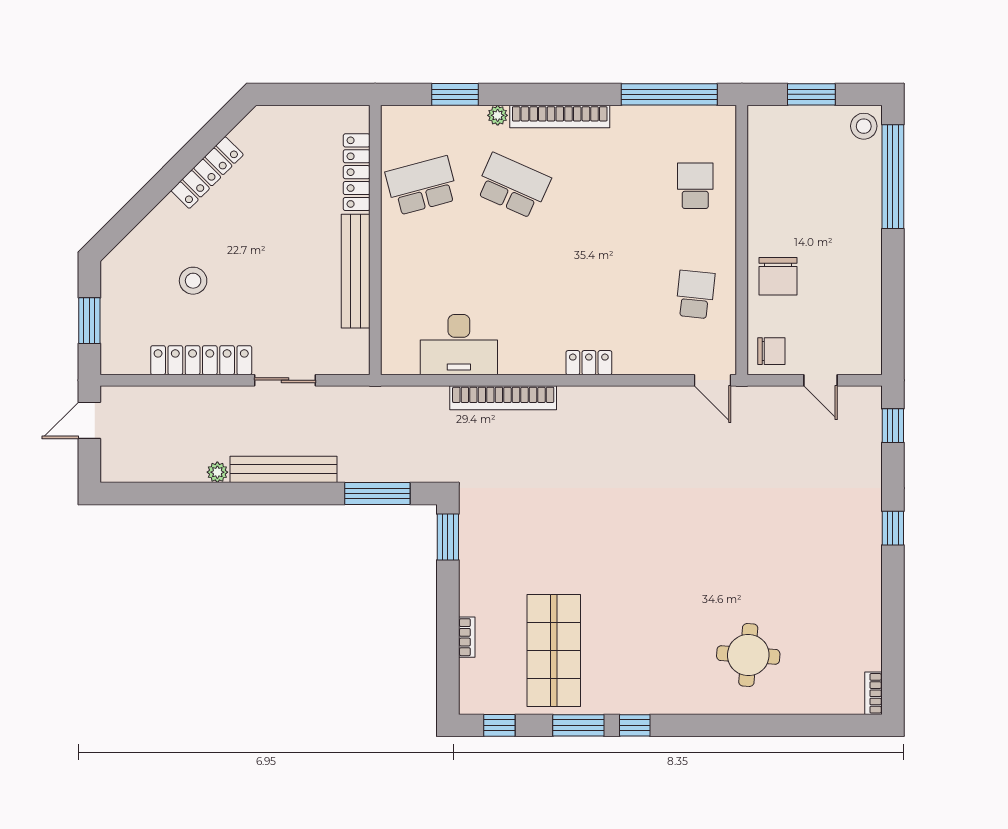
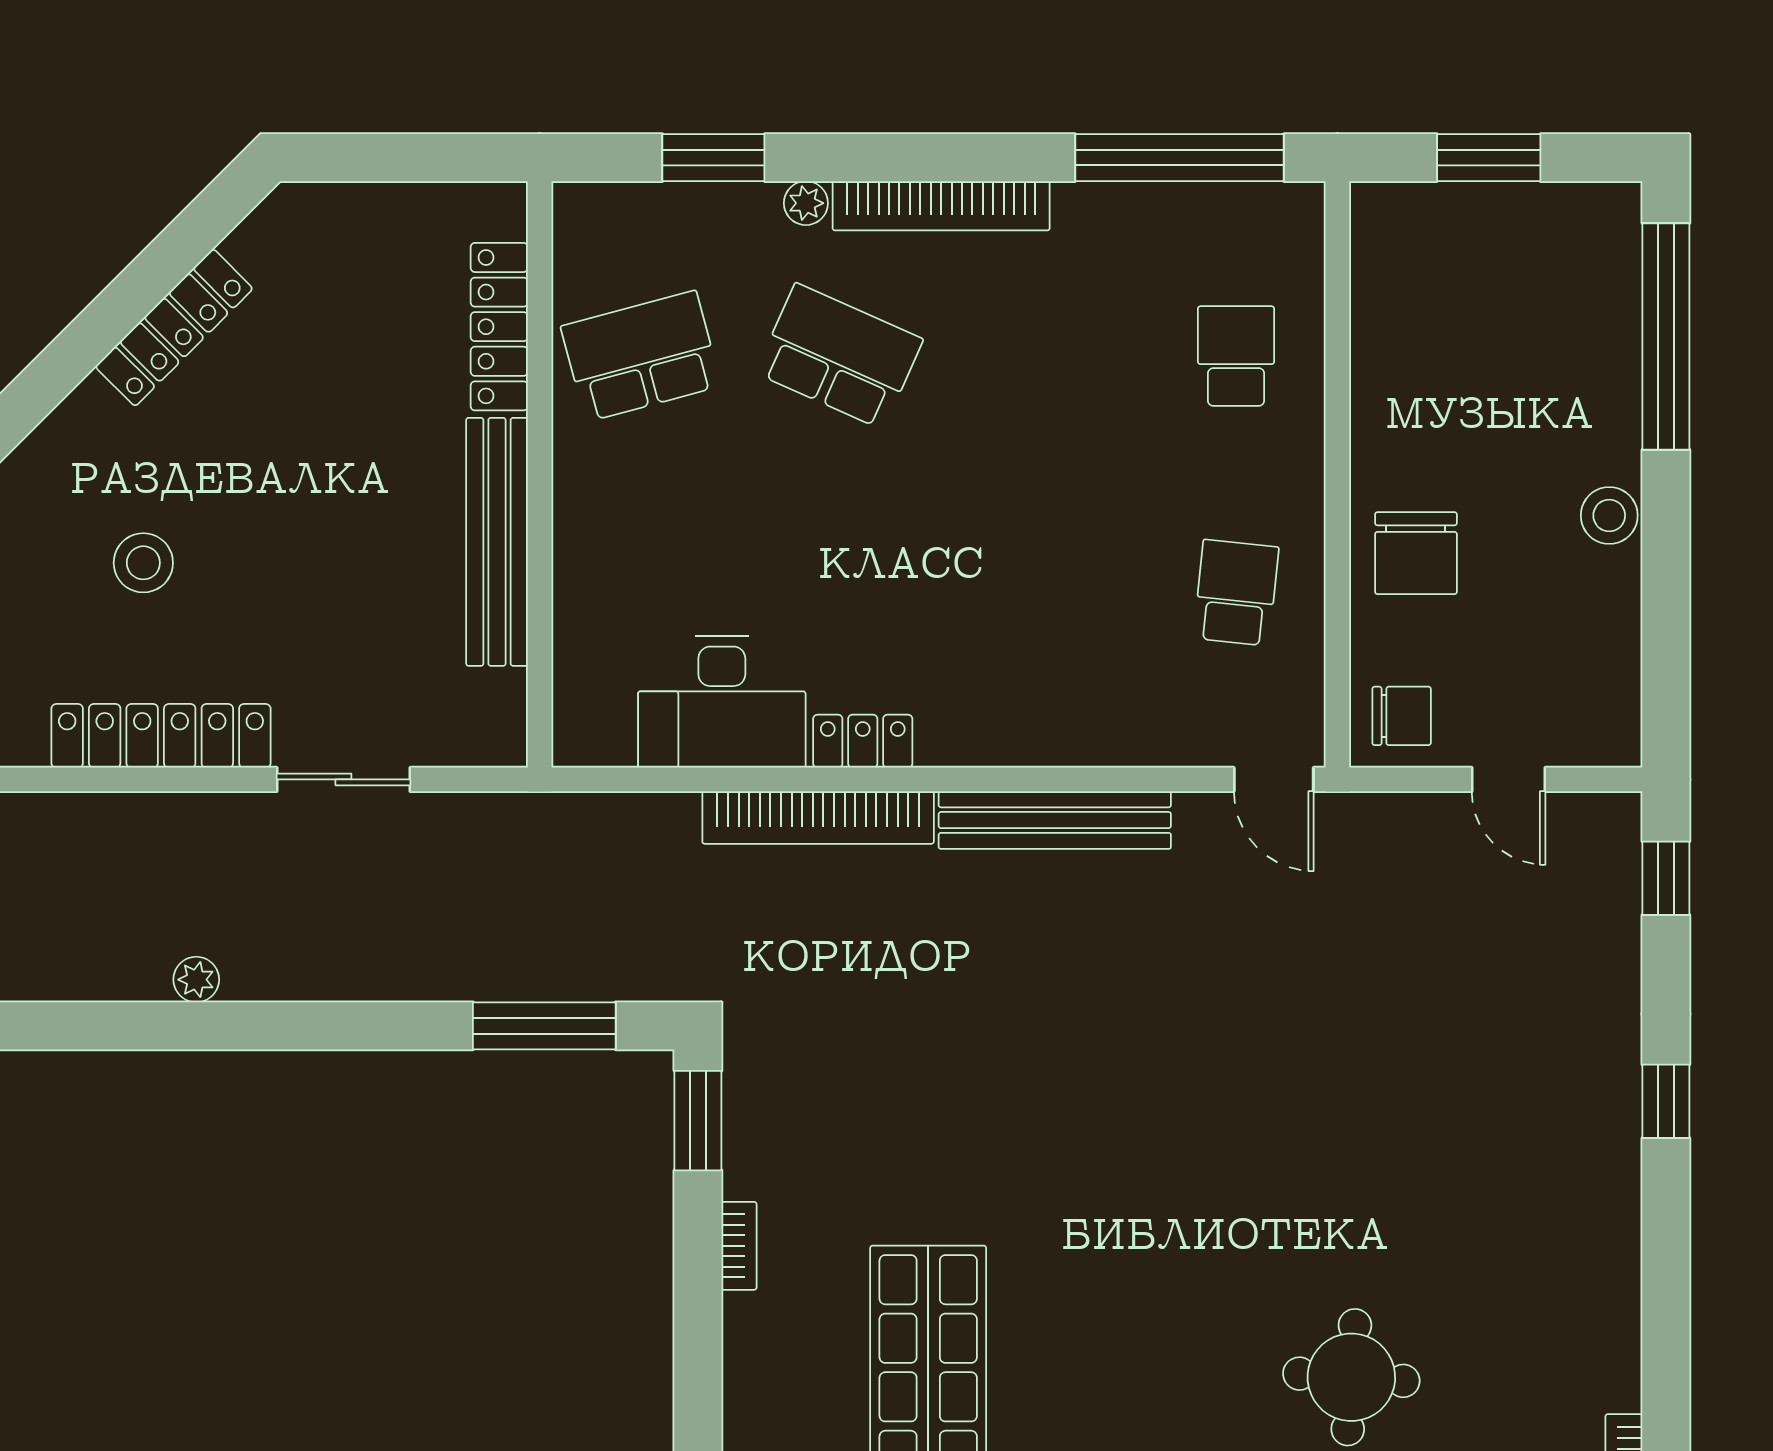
stool: (864, 126) -> (1609, 515), moved
locker: (589, 363) -> (863, 741), moved
bench: (283, 469) -> (1055, 820), moved
bookcase: (467, 637) -> (739, 1246), moved

